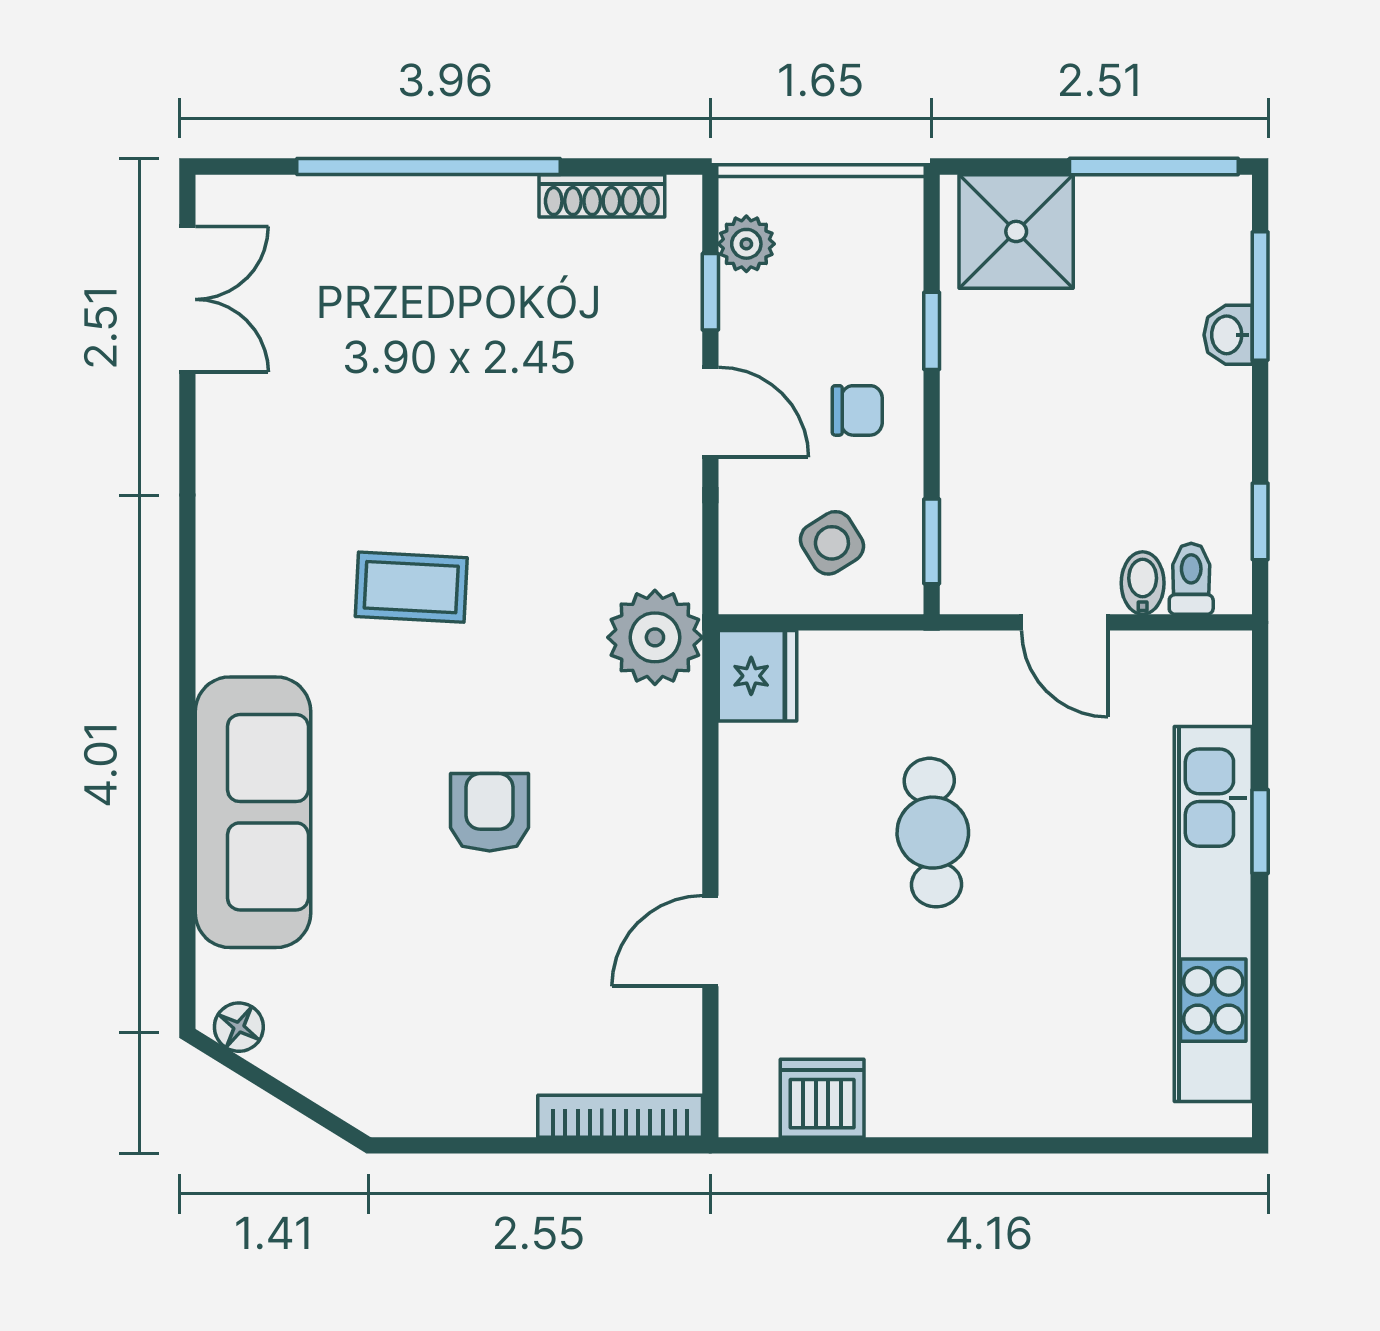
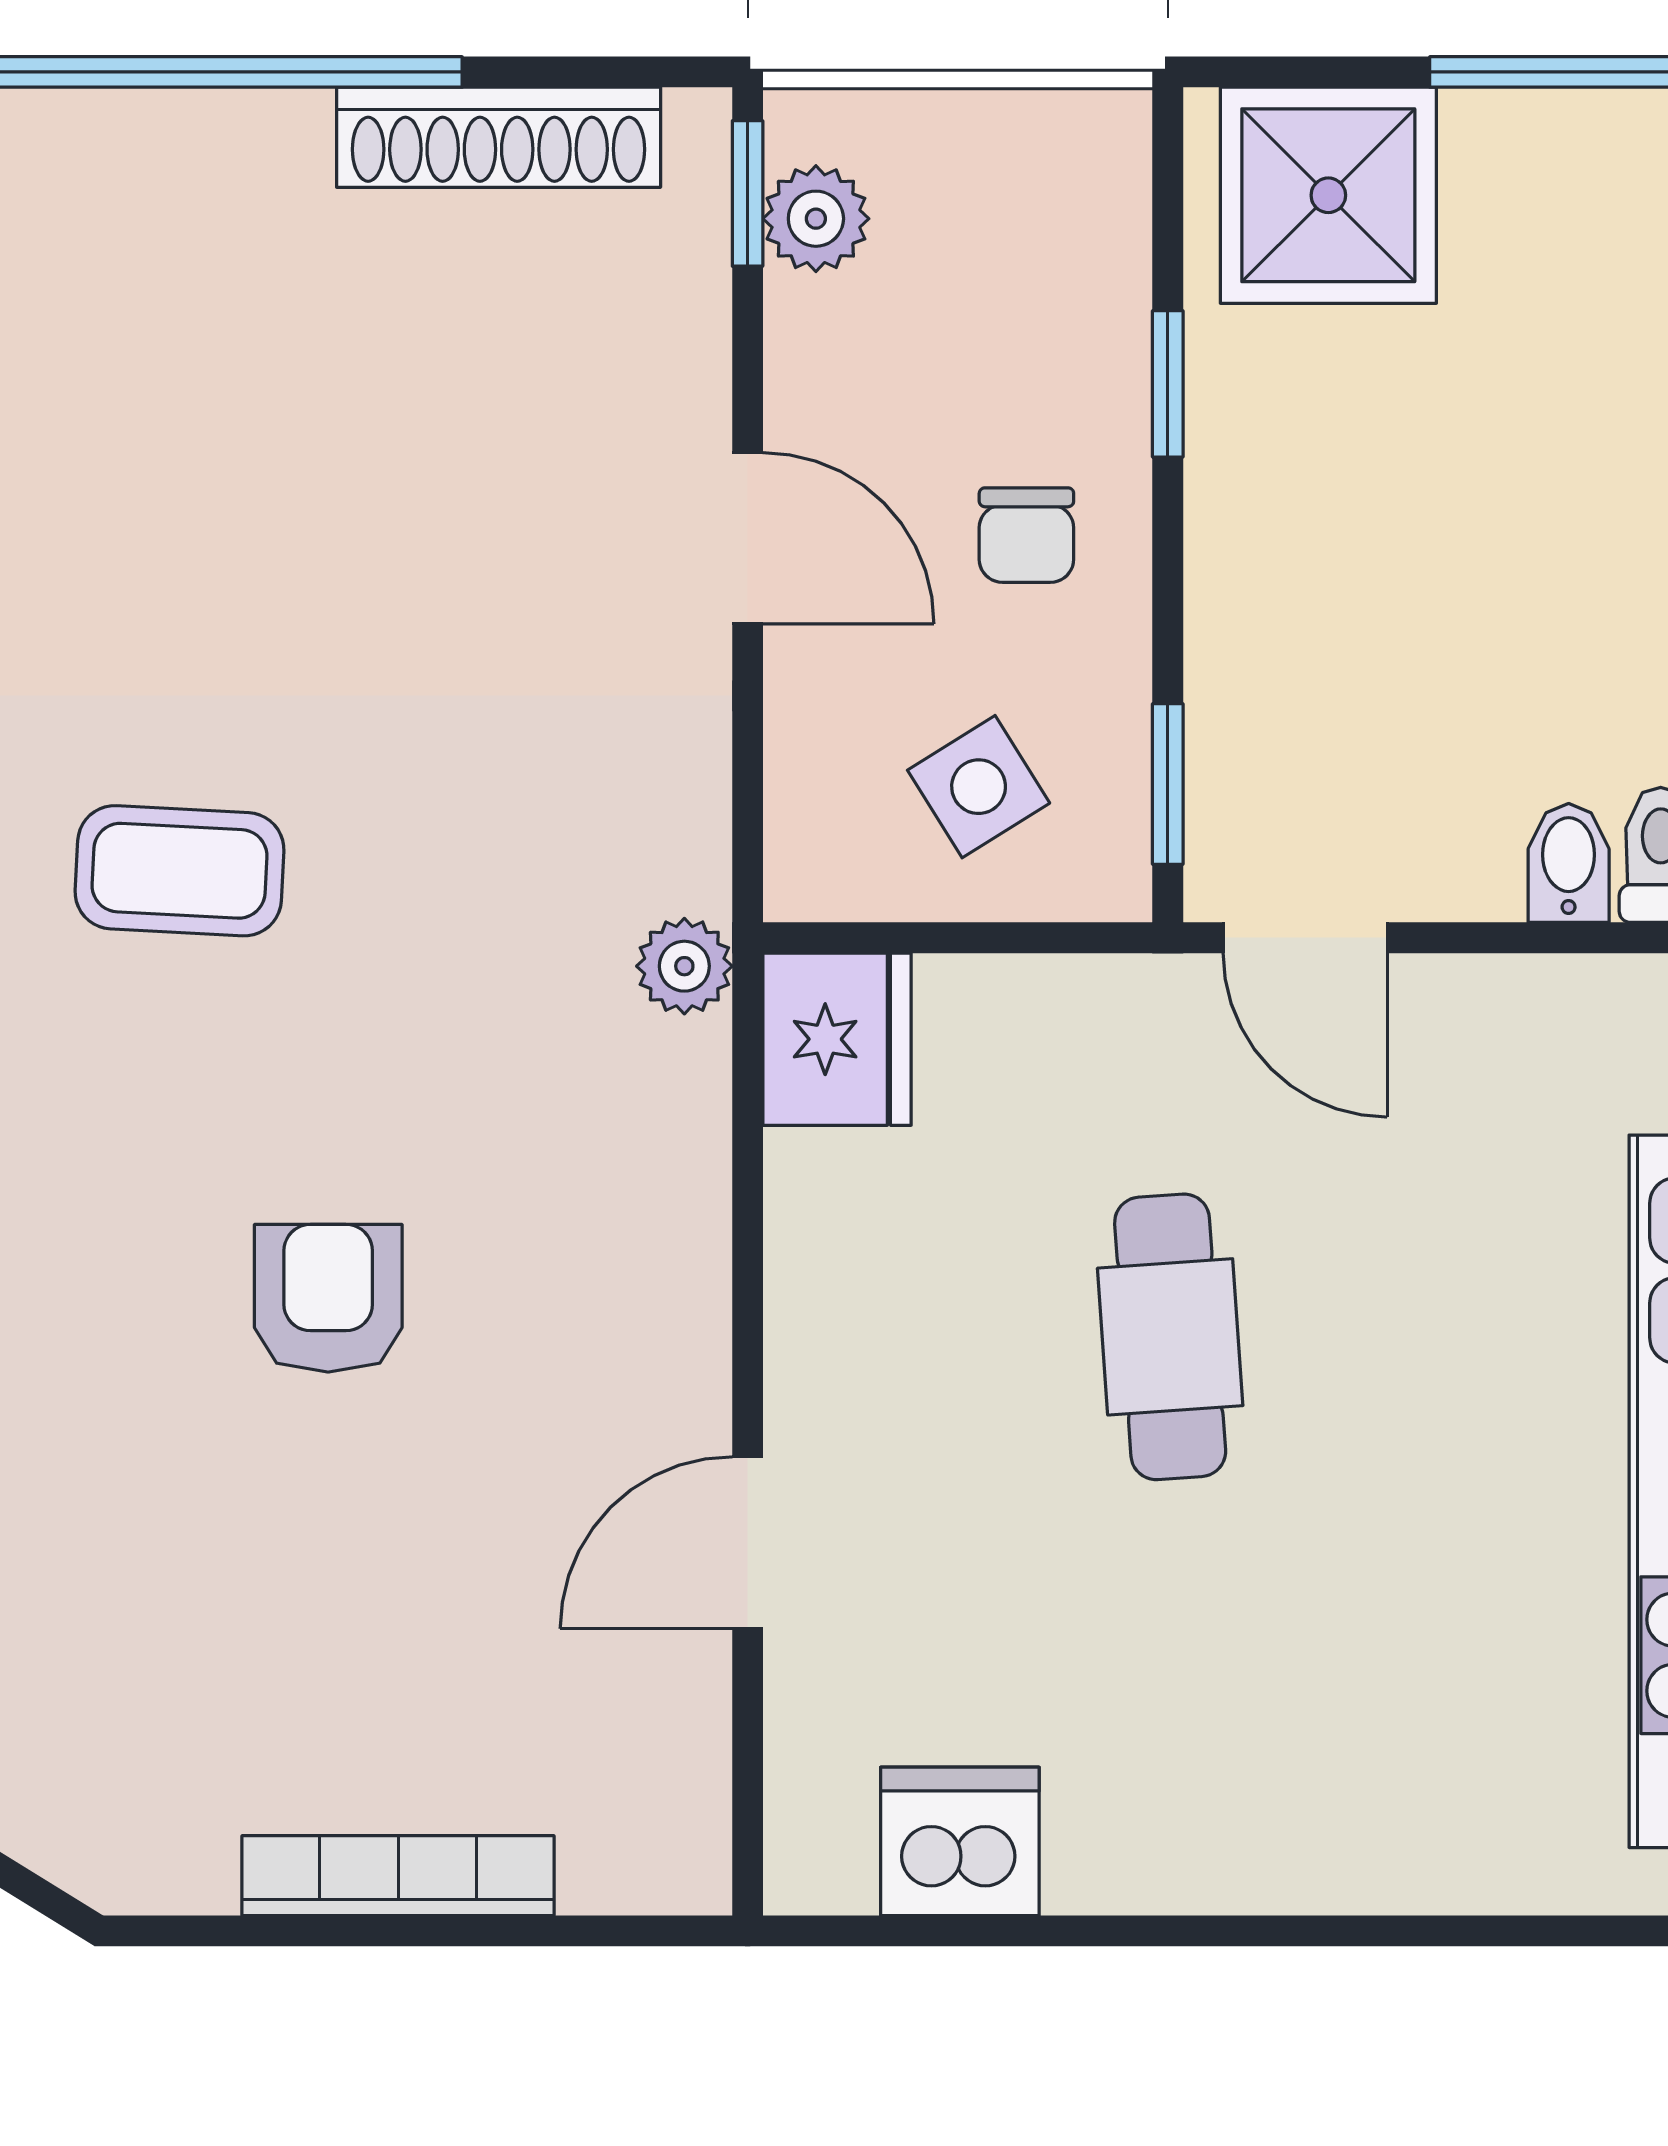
shoe rack: (602, 196) -> (499, 137), width x1.36, depth x1.24
window: (710, 292) -> (748, 193), moved
chair: (857, 410) -> (1026, 535), turned 90
door: (1065, 622) -> (1305, 938), moved
plant: (655, 637) -> (684, 966), width x0.53, depth x0.53
bookcase: (620, 1116) -> (398, 1876), moved

